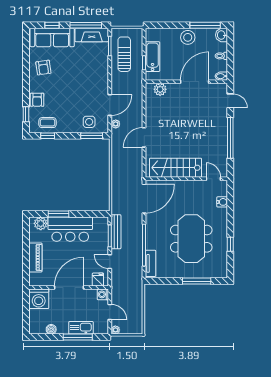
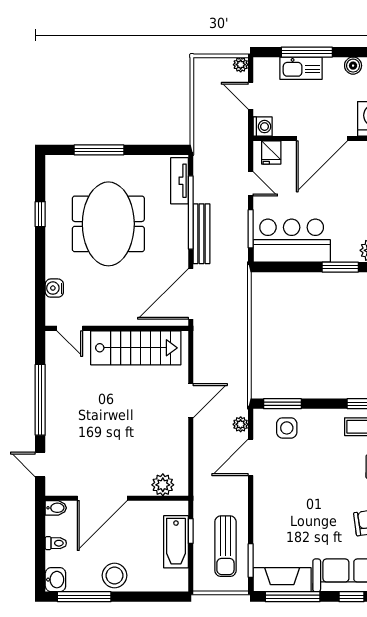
bar counter: (70, 229) -> (292, 241), moved
bench: (116, 232) -> (201, 234), moved

